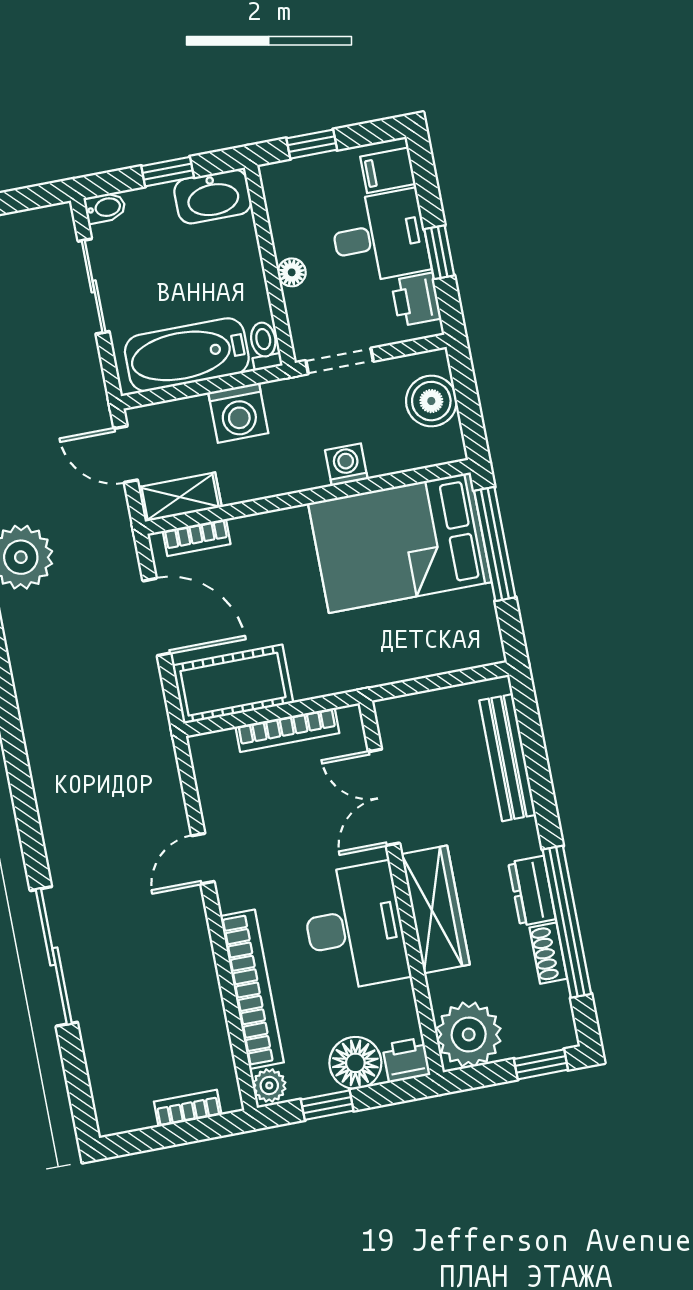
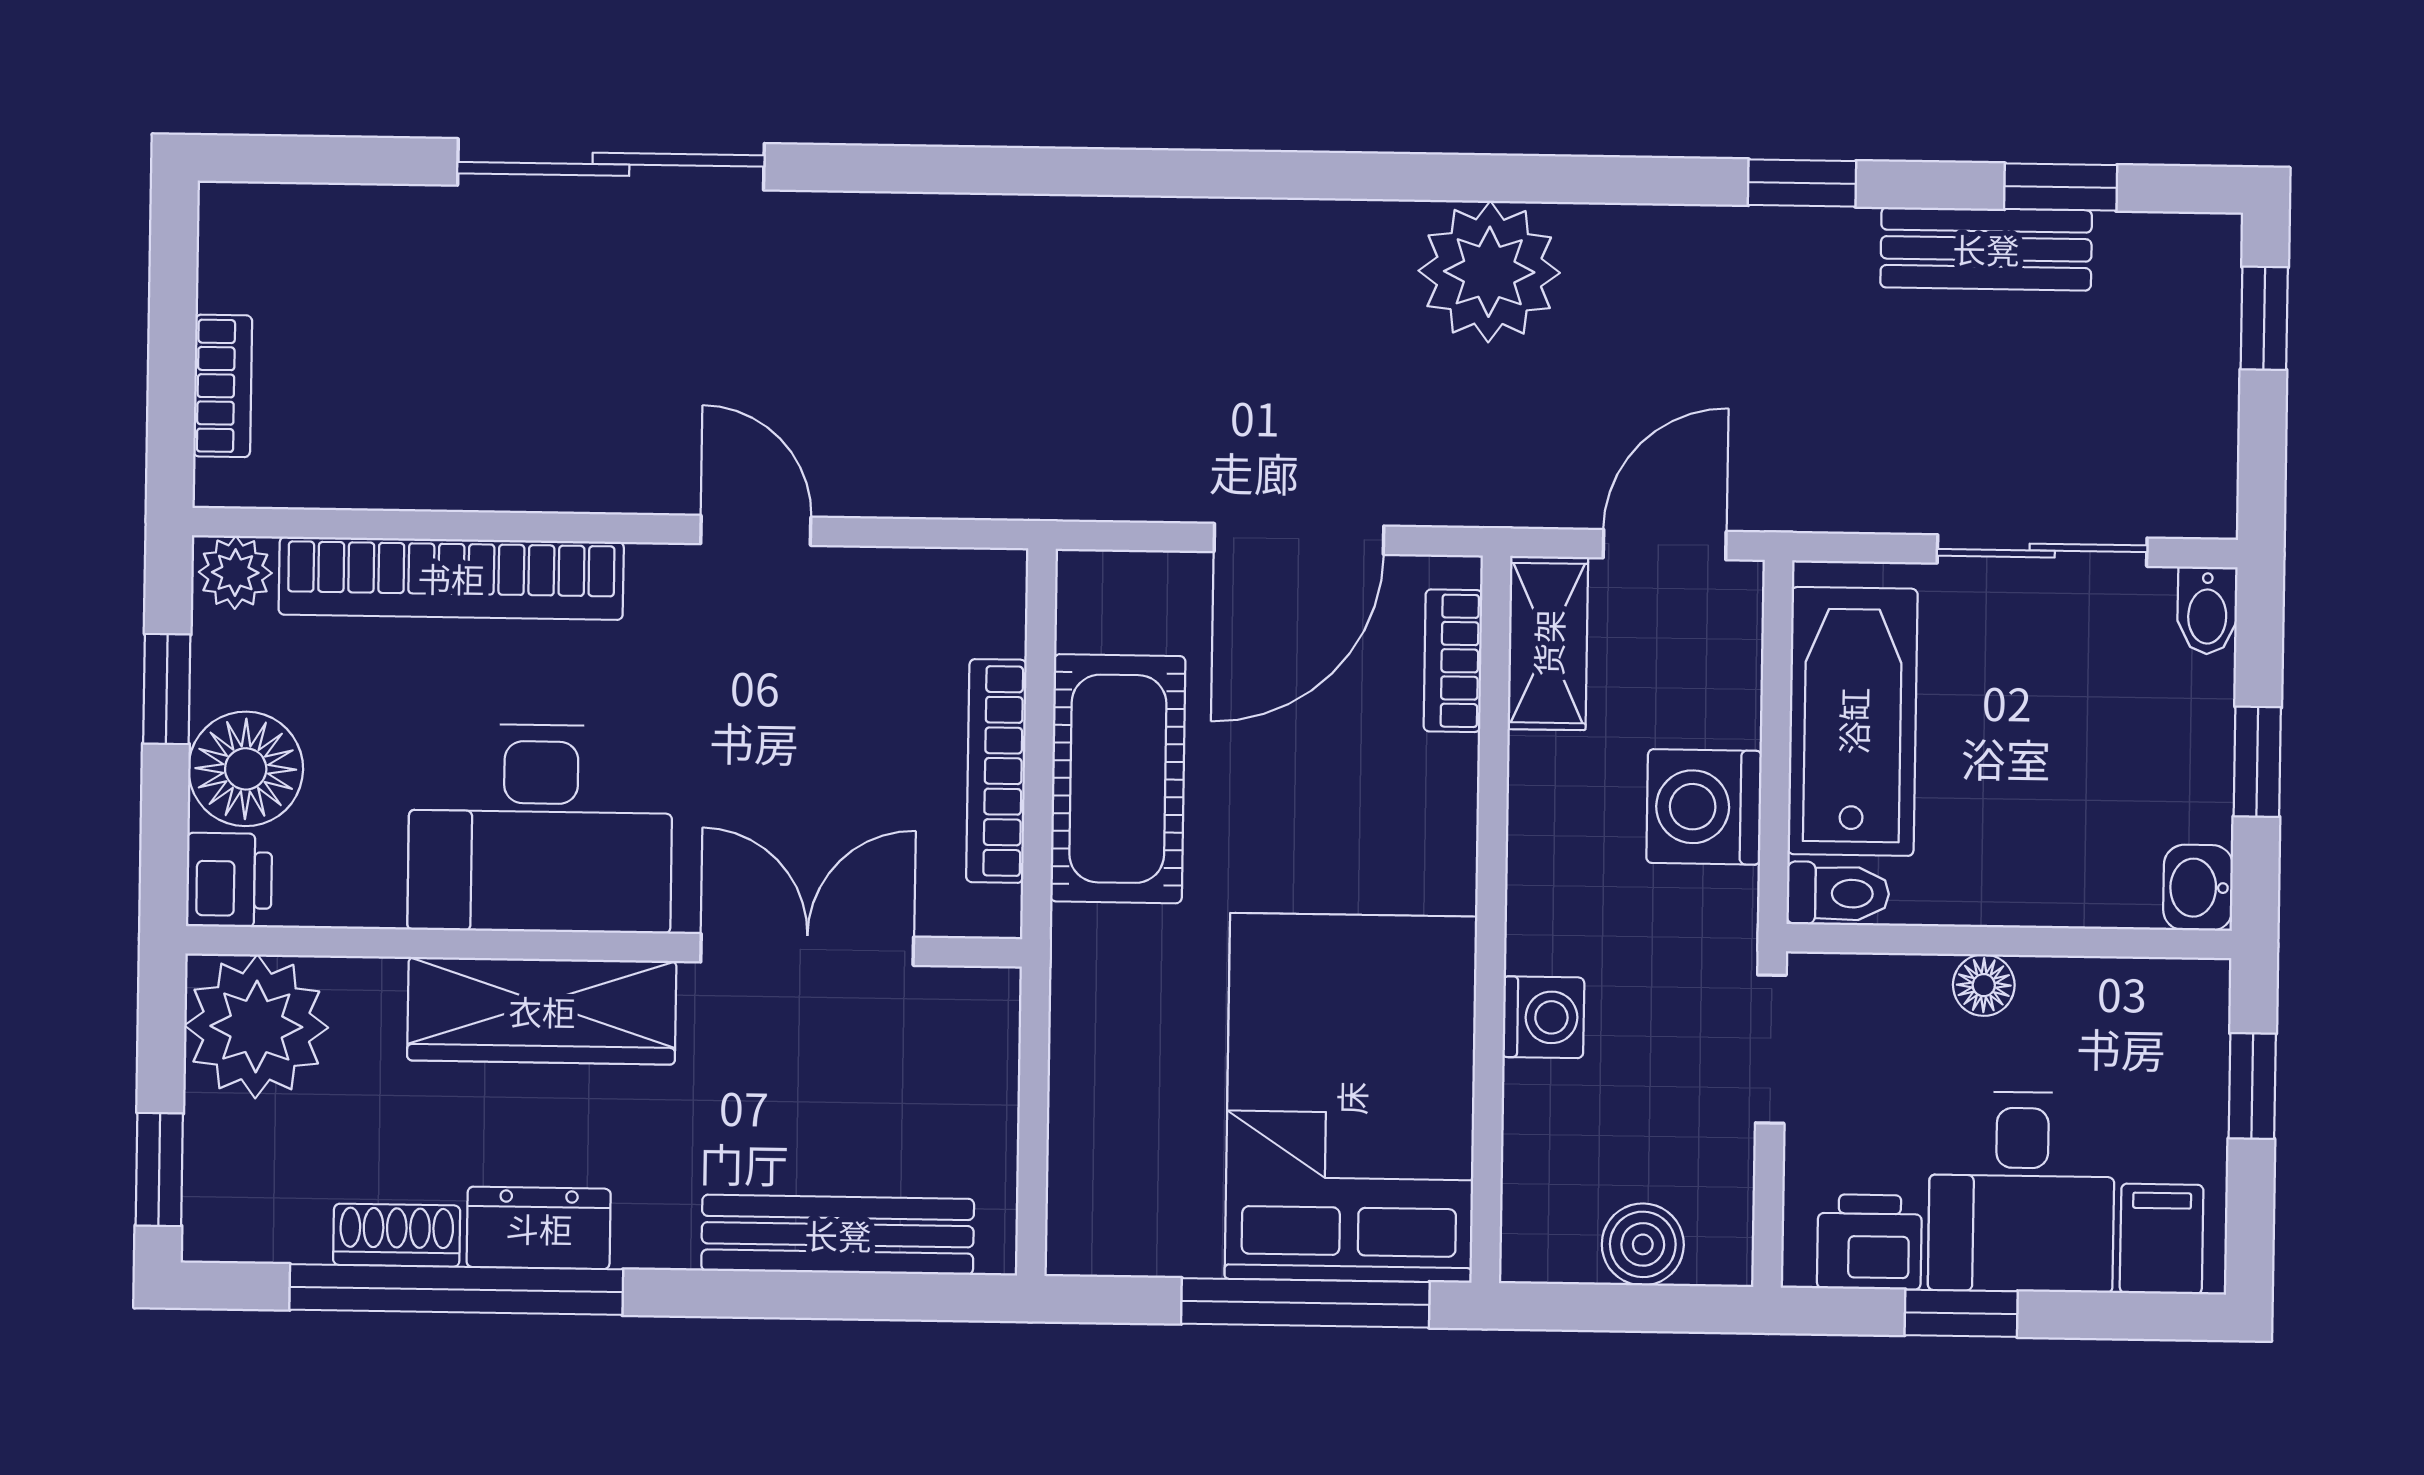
washbasin: (213, 197) -> (2198, 888), width x0.52, depth x0.69
boiler: (431, 401) -> (1643, 1244), width x0.73, depth x0.73
cot: (233, 684) -> (1118, 779), moved

